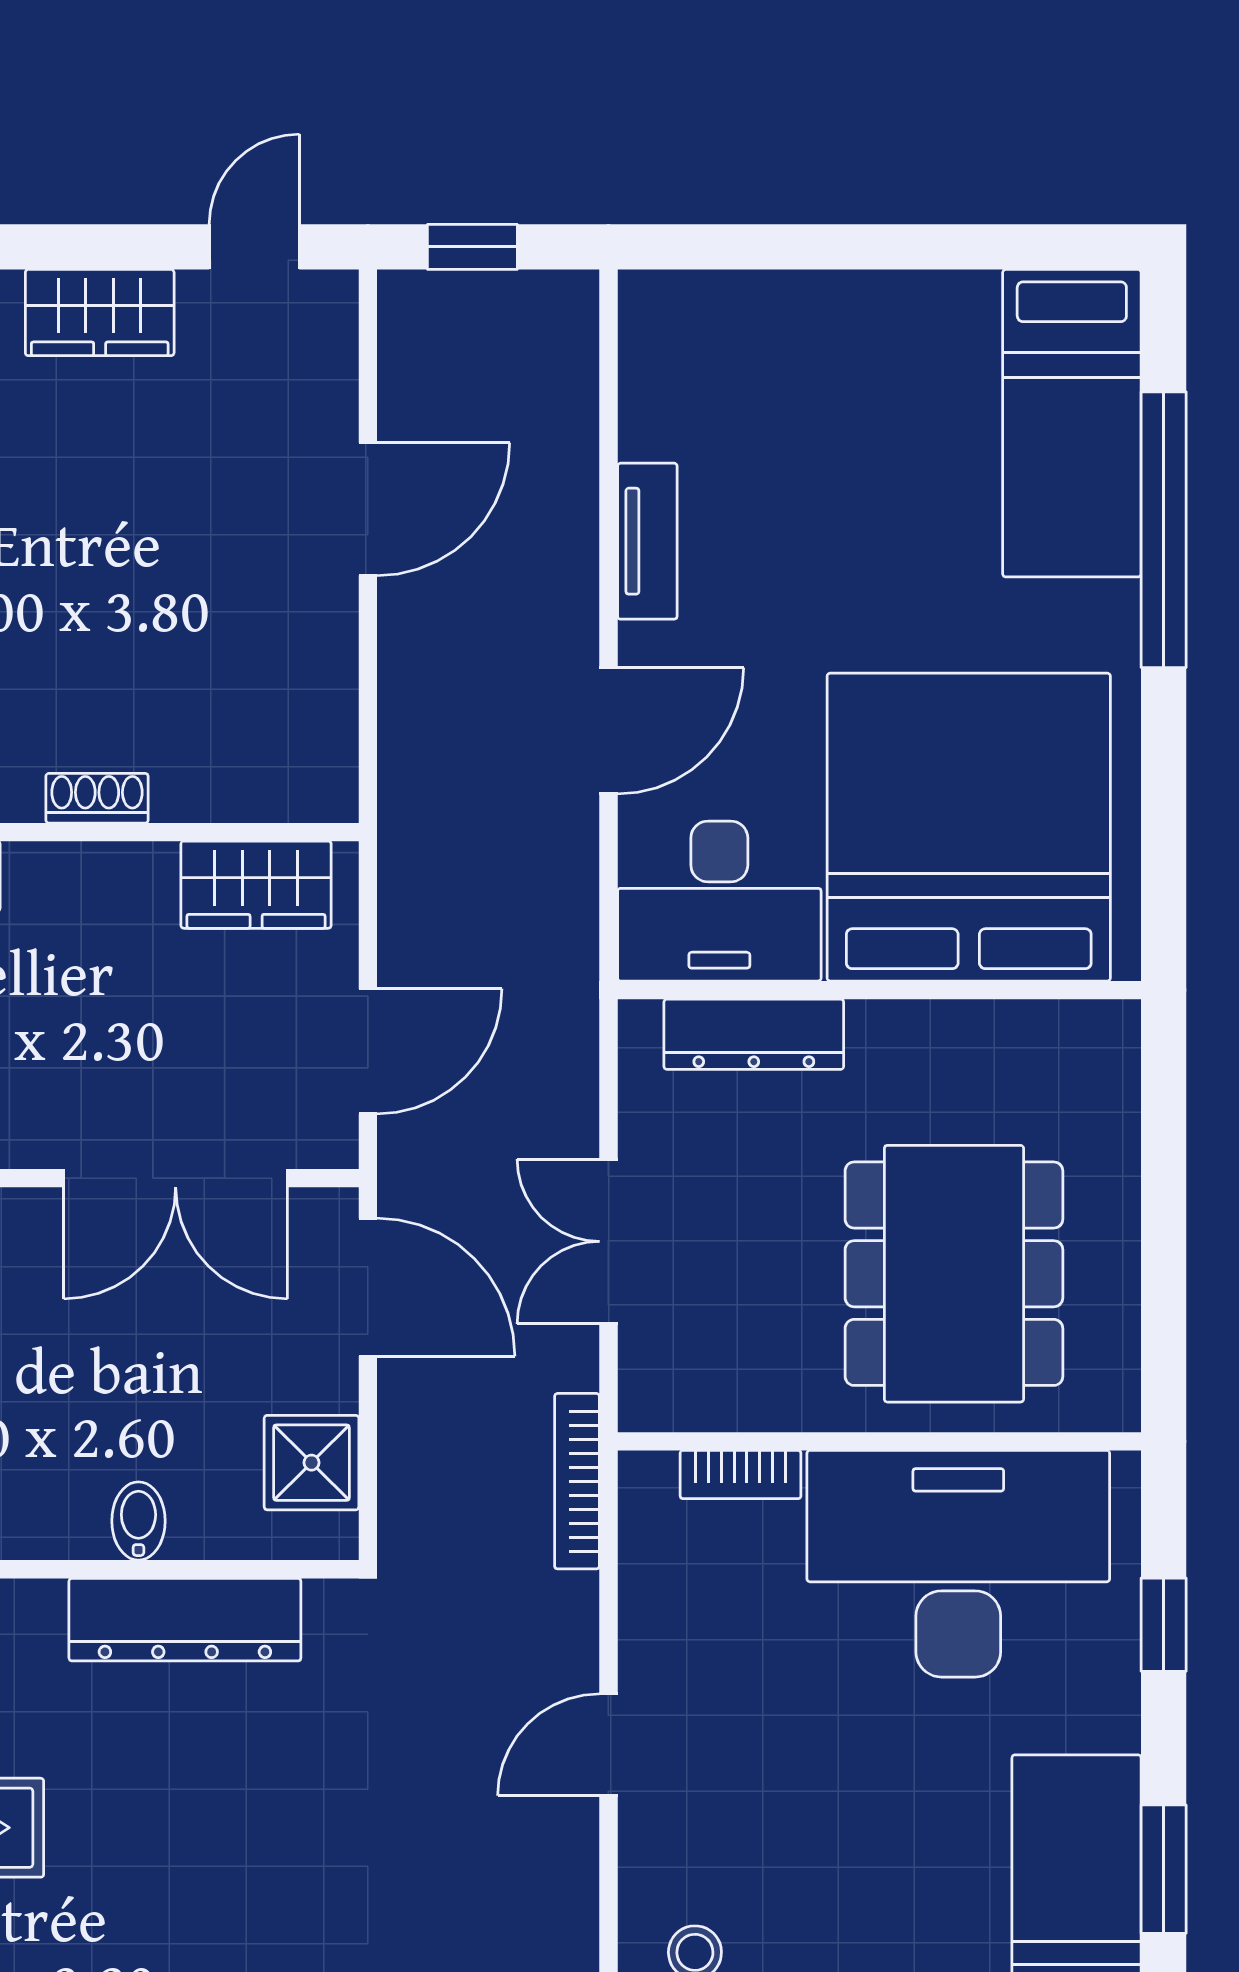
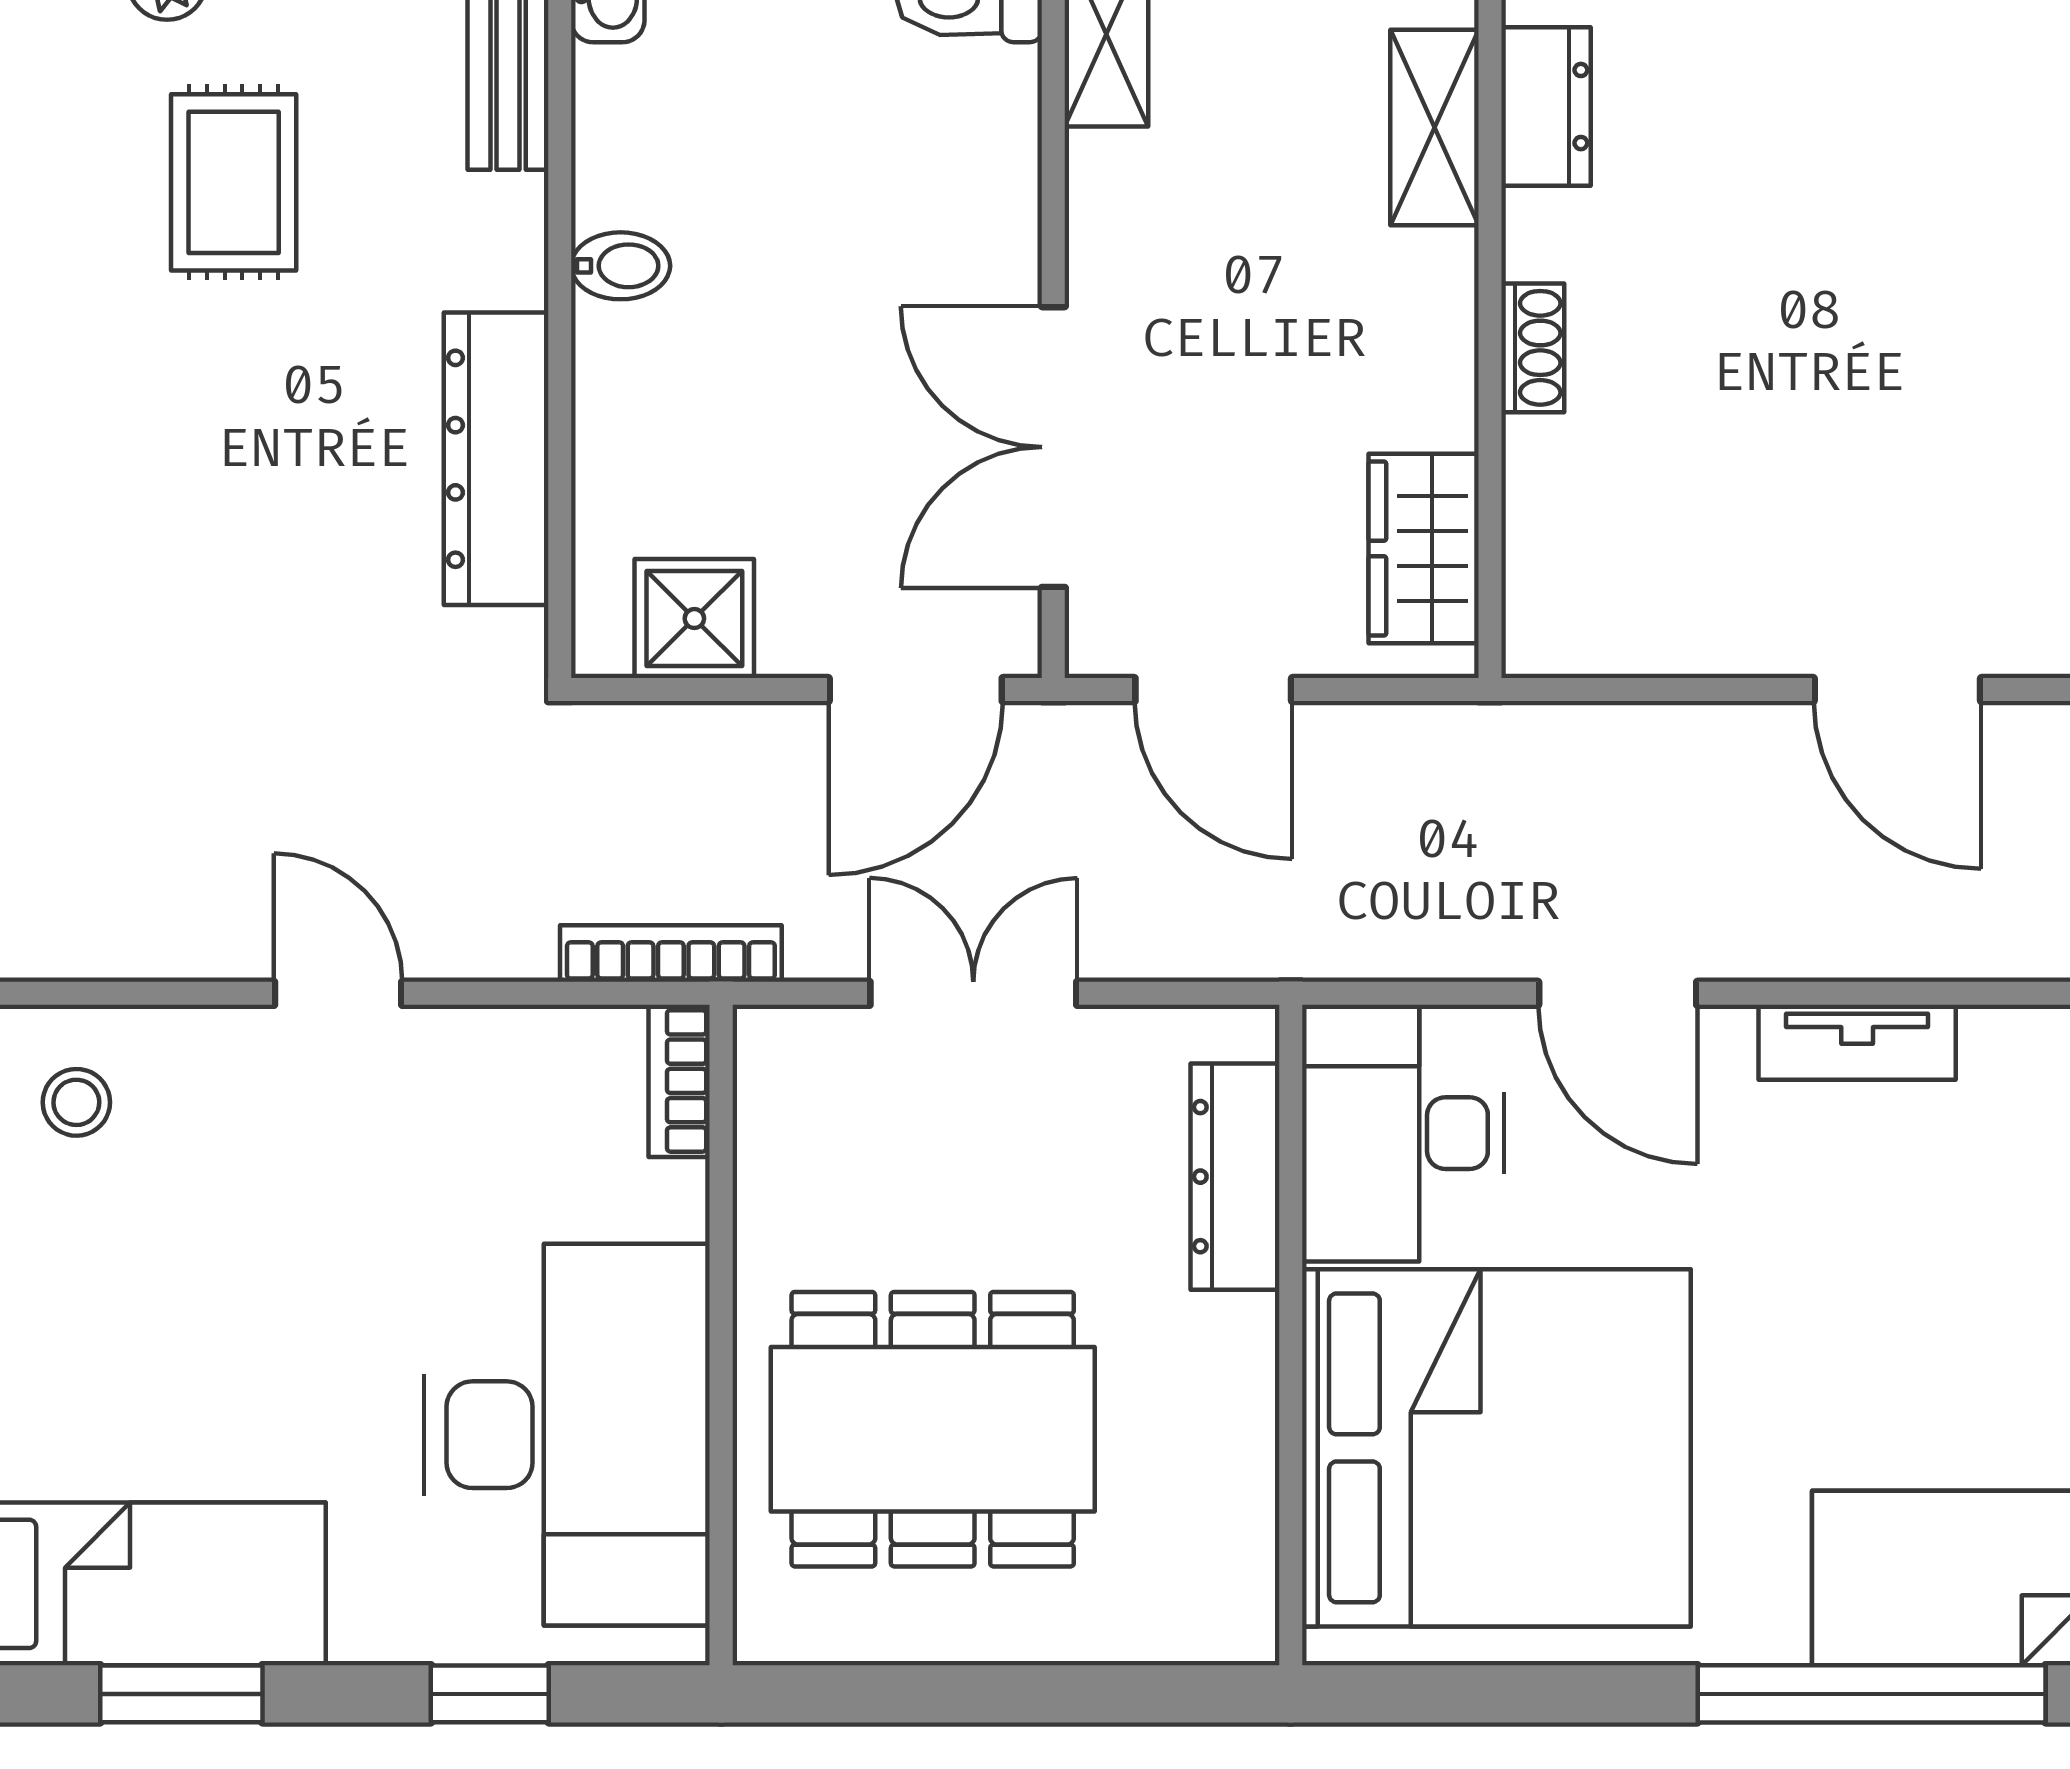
bookcase: (741, 1475) -> (679, 1081), moved
bidet: (138, 1521) -> (621, 266), moved

